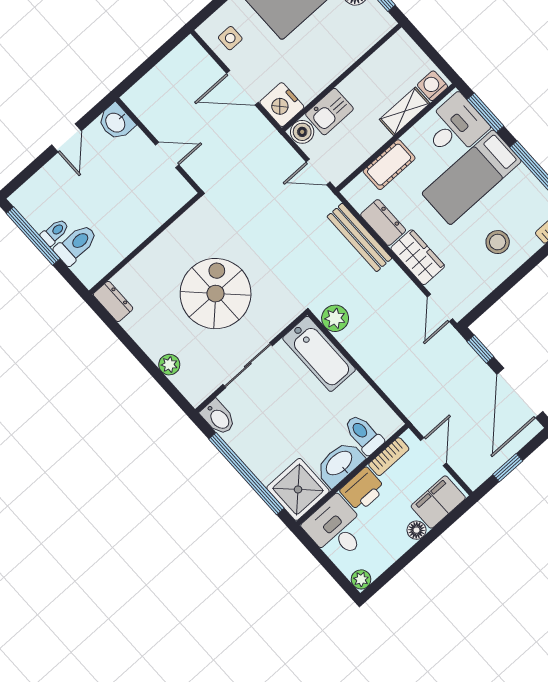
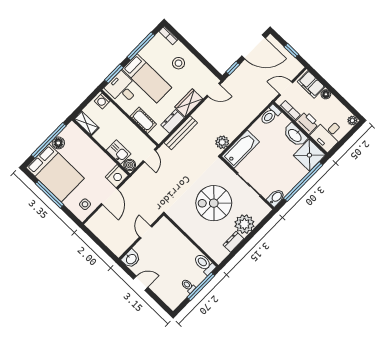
shelving: (405, 111) -> (86, 123), moved
window: (33, 236) -> (201, 286), moved
toilet: (76, 244) -> (204, 264), moved
dresser: (113, 301) -> (233, 242), moved
plant: (169, 365) -> (244, 224), width x1.87, depth x1.87
toilet: (364, 434) -> (270, 115), moved

